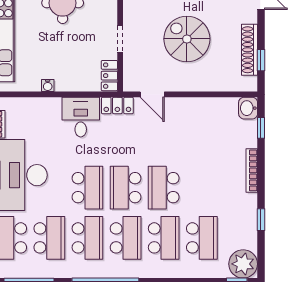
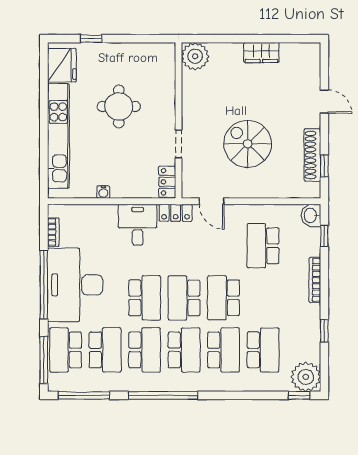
school desk: (202, 137) -> (263, 246), added

